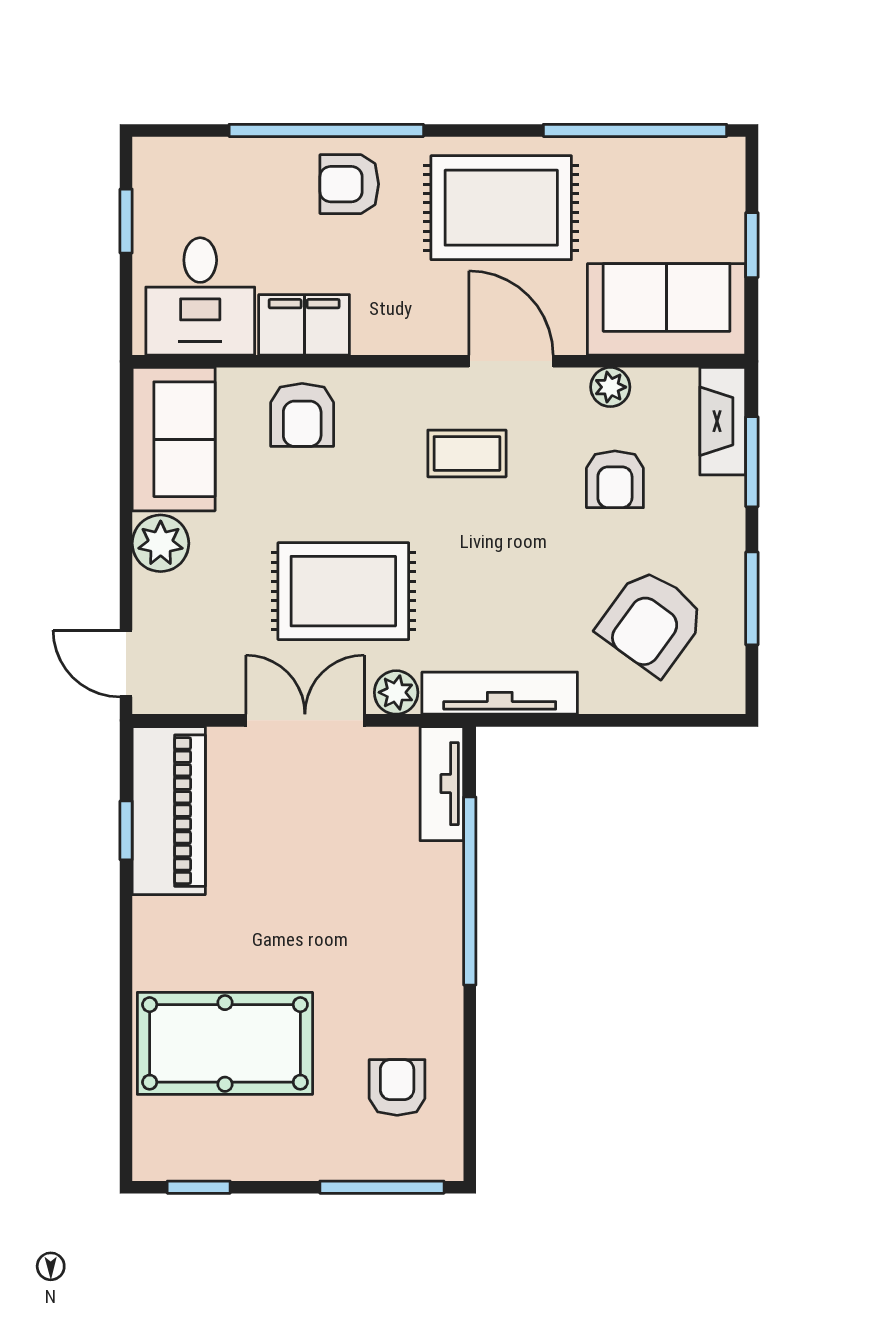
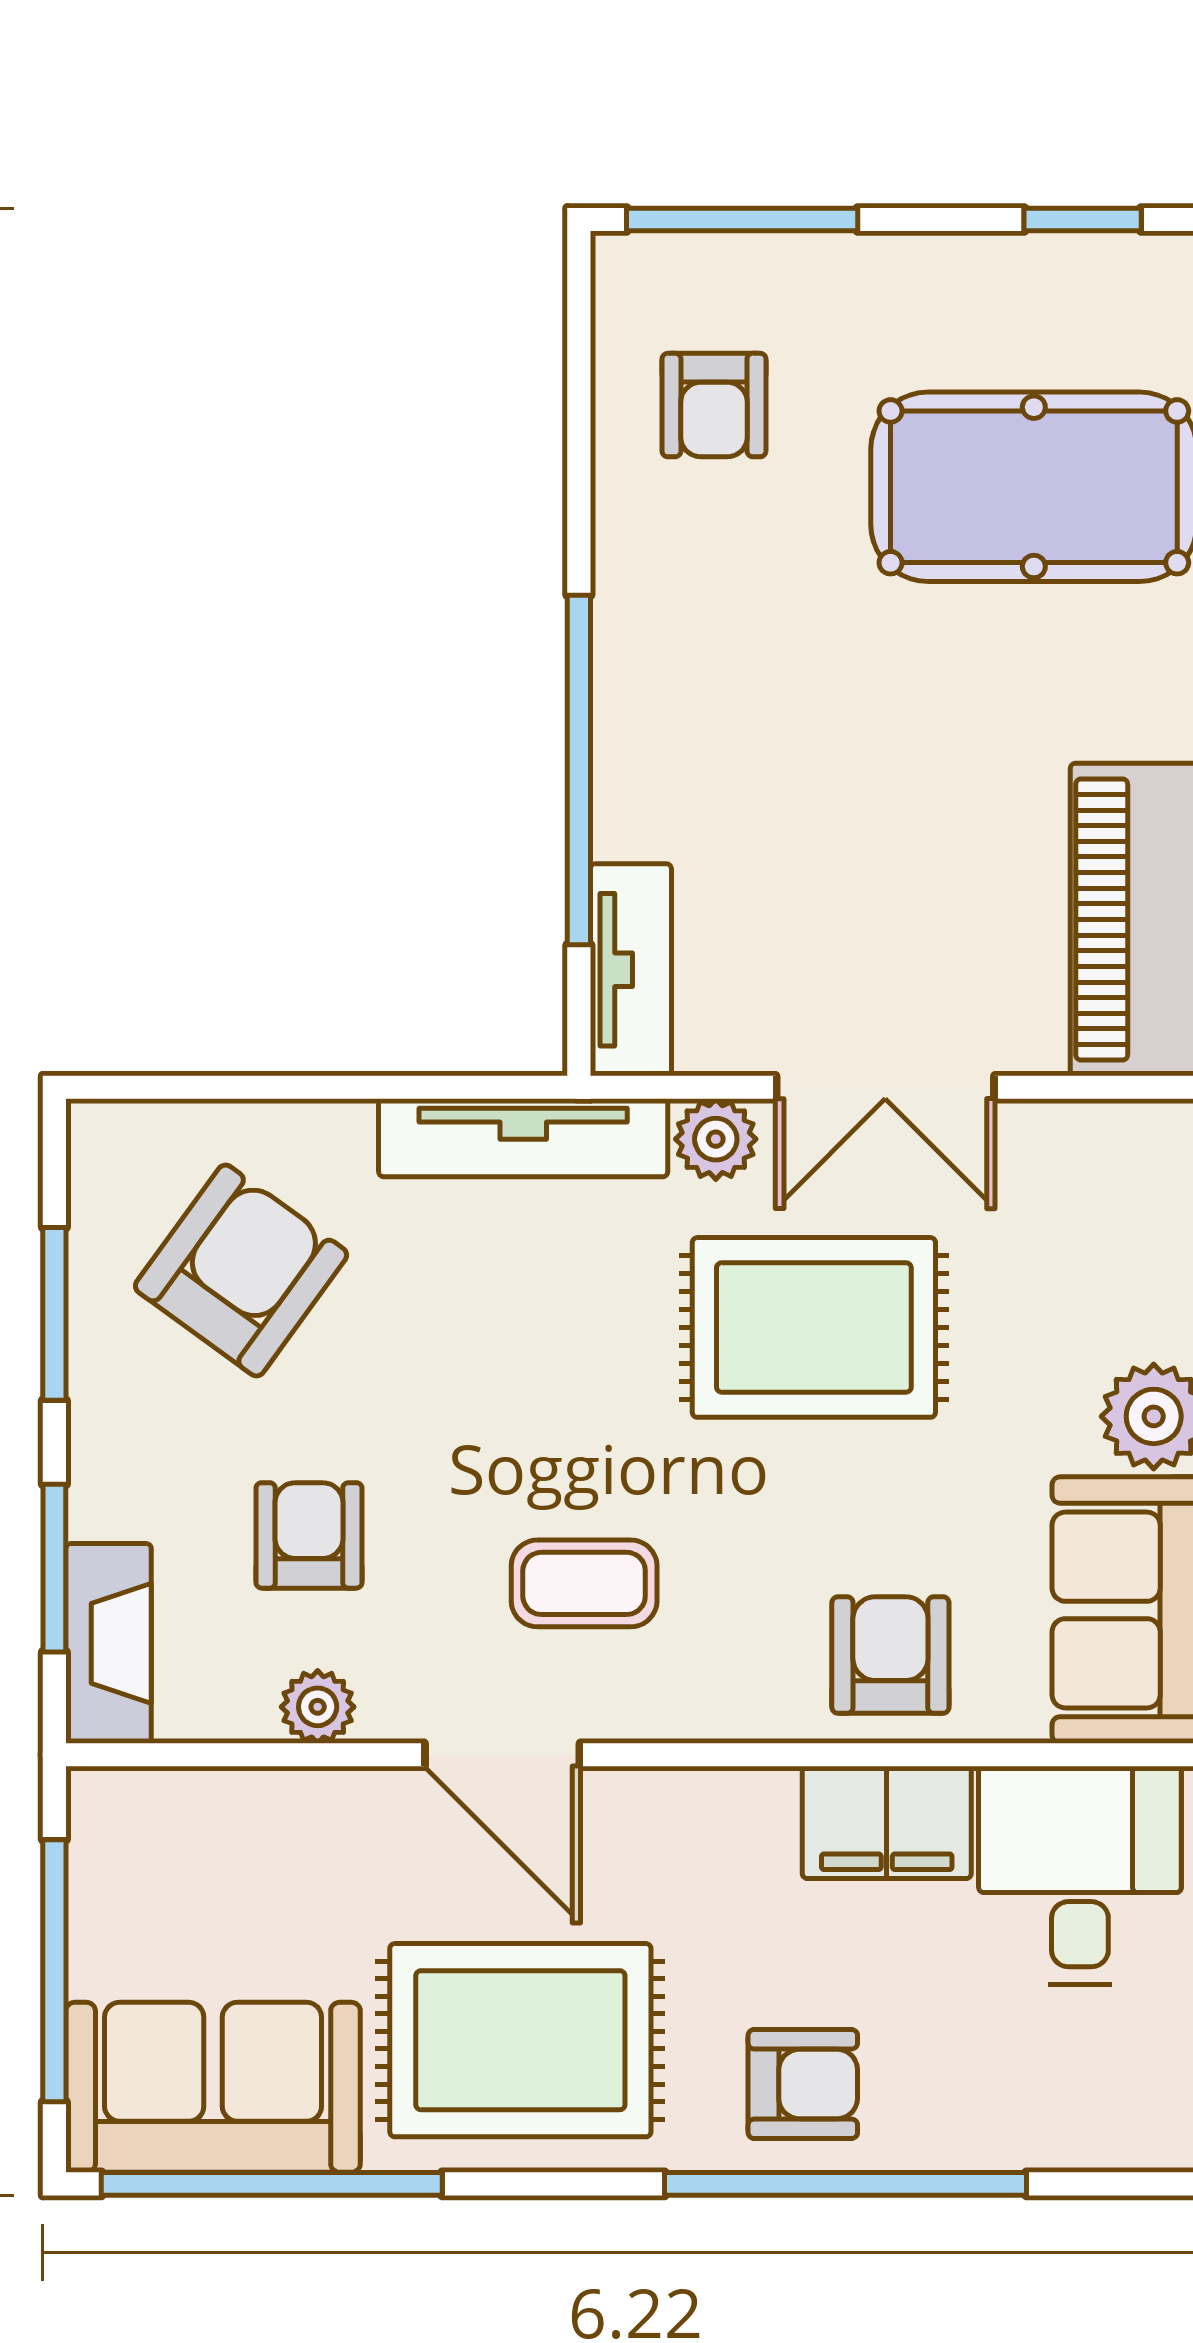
window: (752, 245) -> (54, 1971), width x2.17
sofa: (667, 309) -> (213, 2087), moved, turned 180

